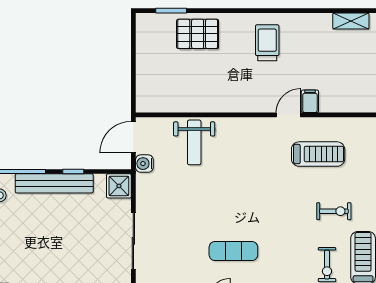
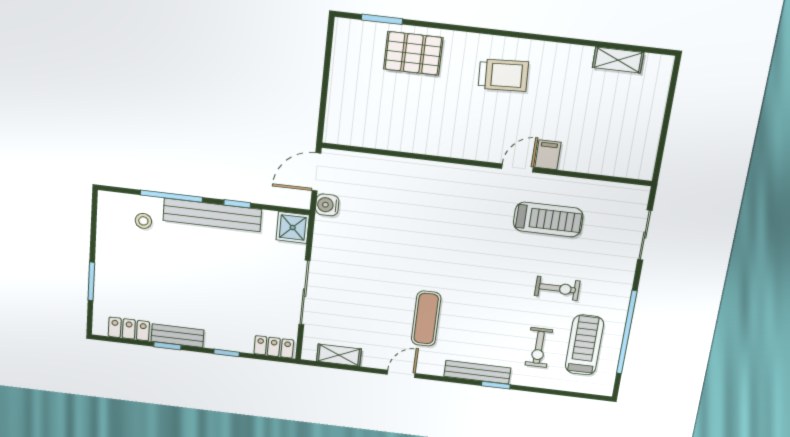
trolley: (267, 43) -> (503, 75), turned 87
weight bench: (194, 142) -> (393, 187), removed
exercise mat: (233, 251) -> (426, 319), turned 90

